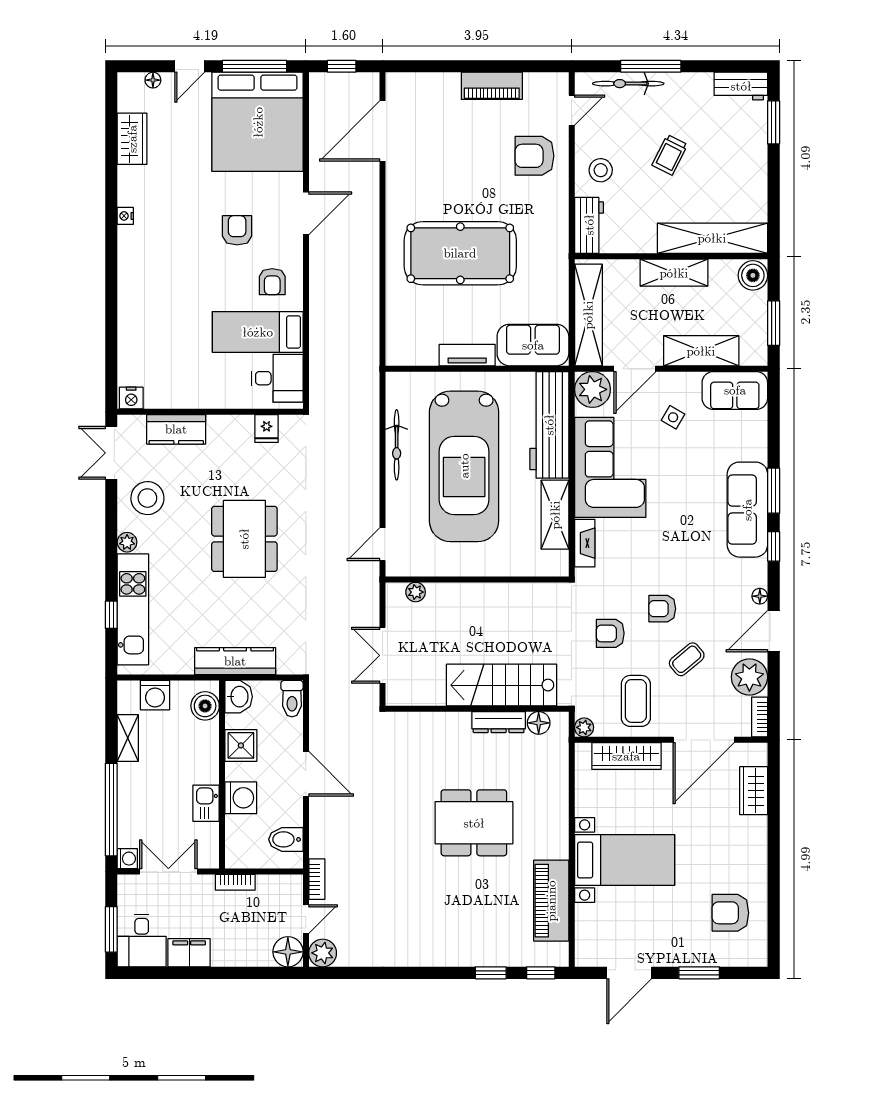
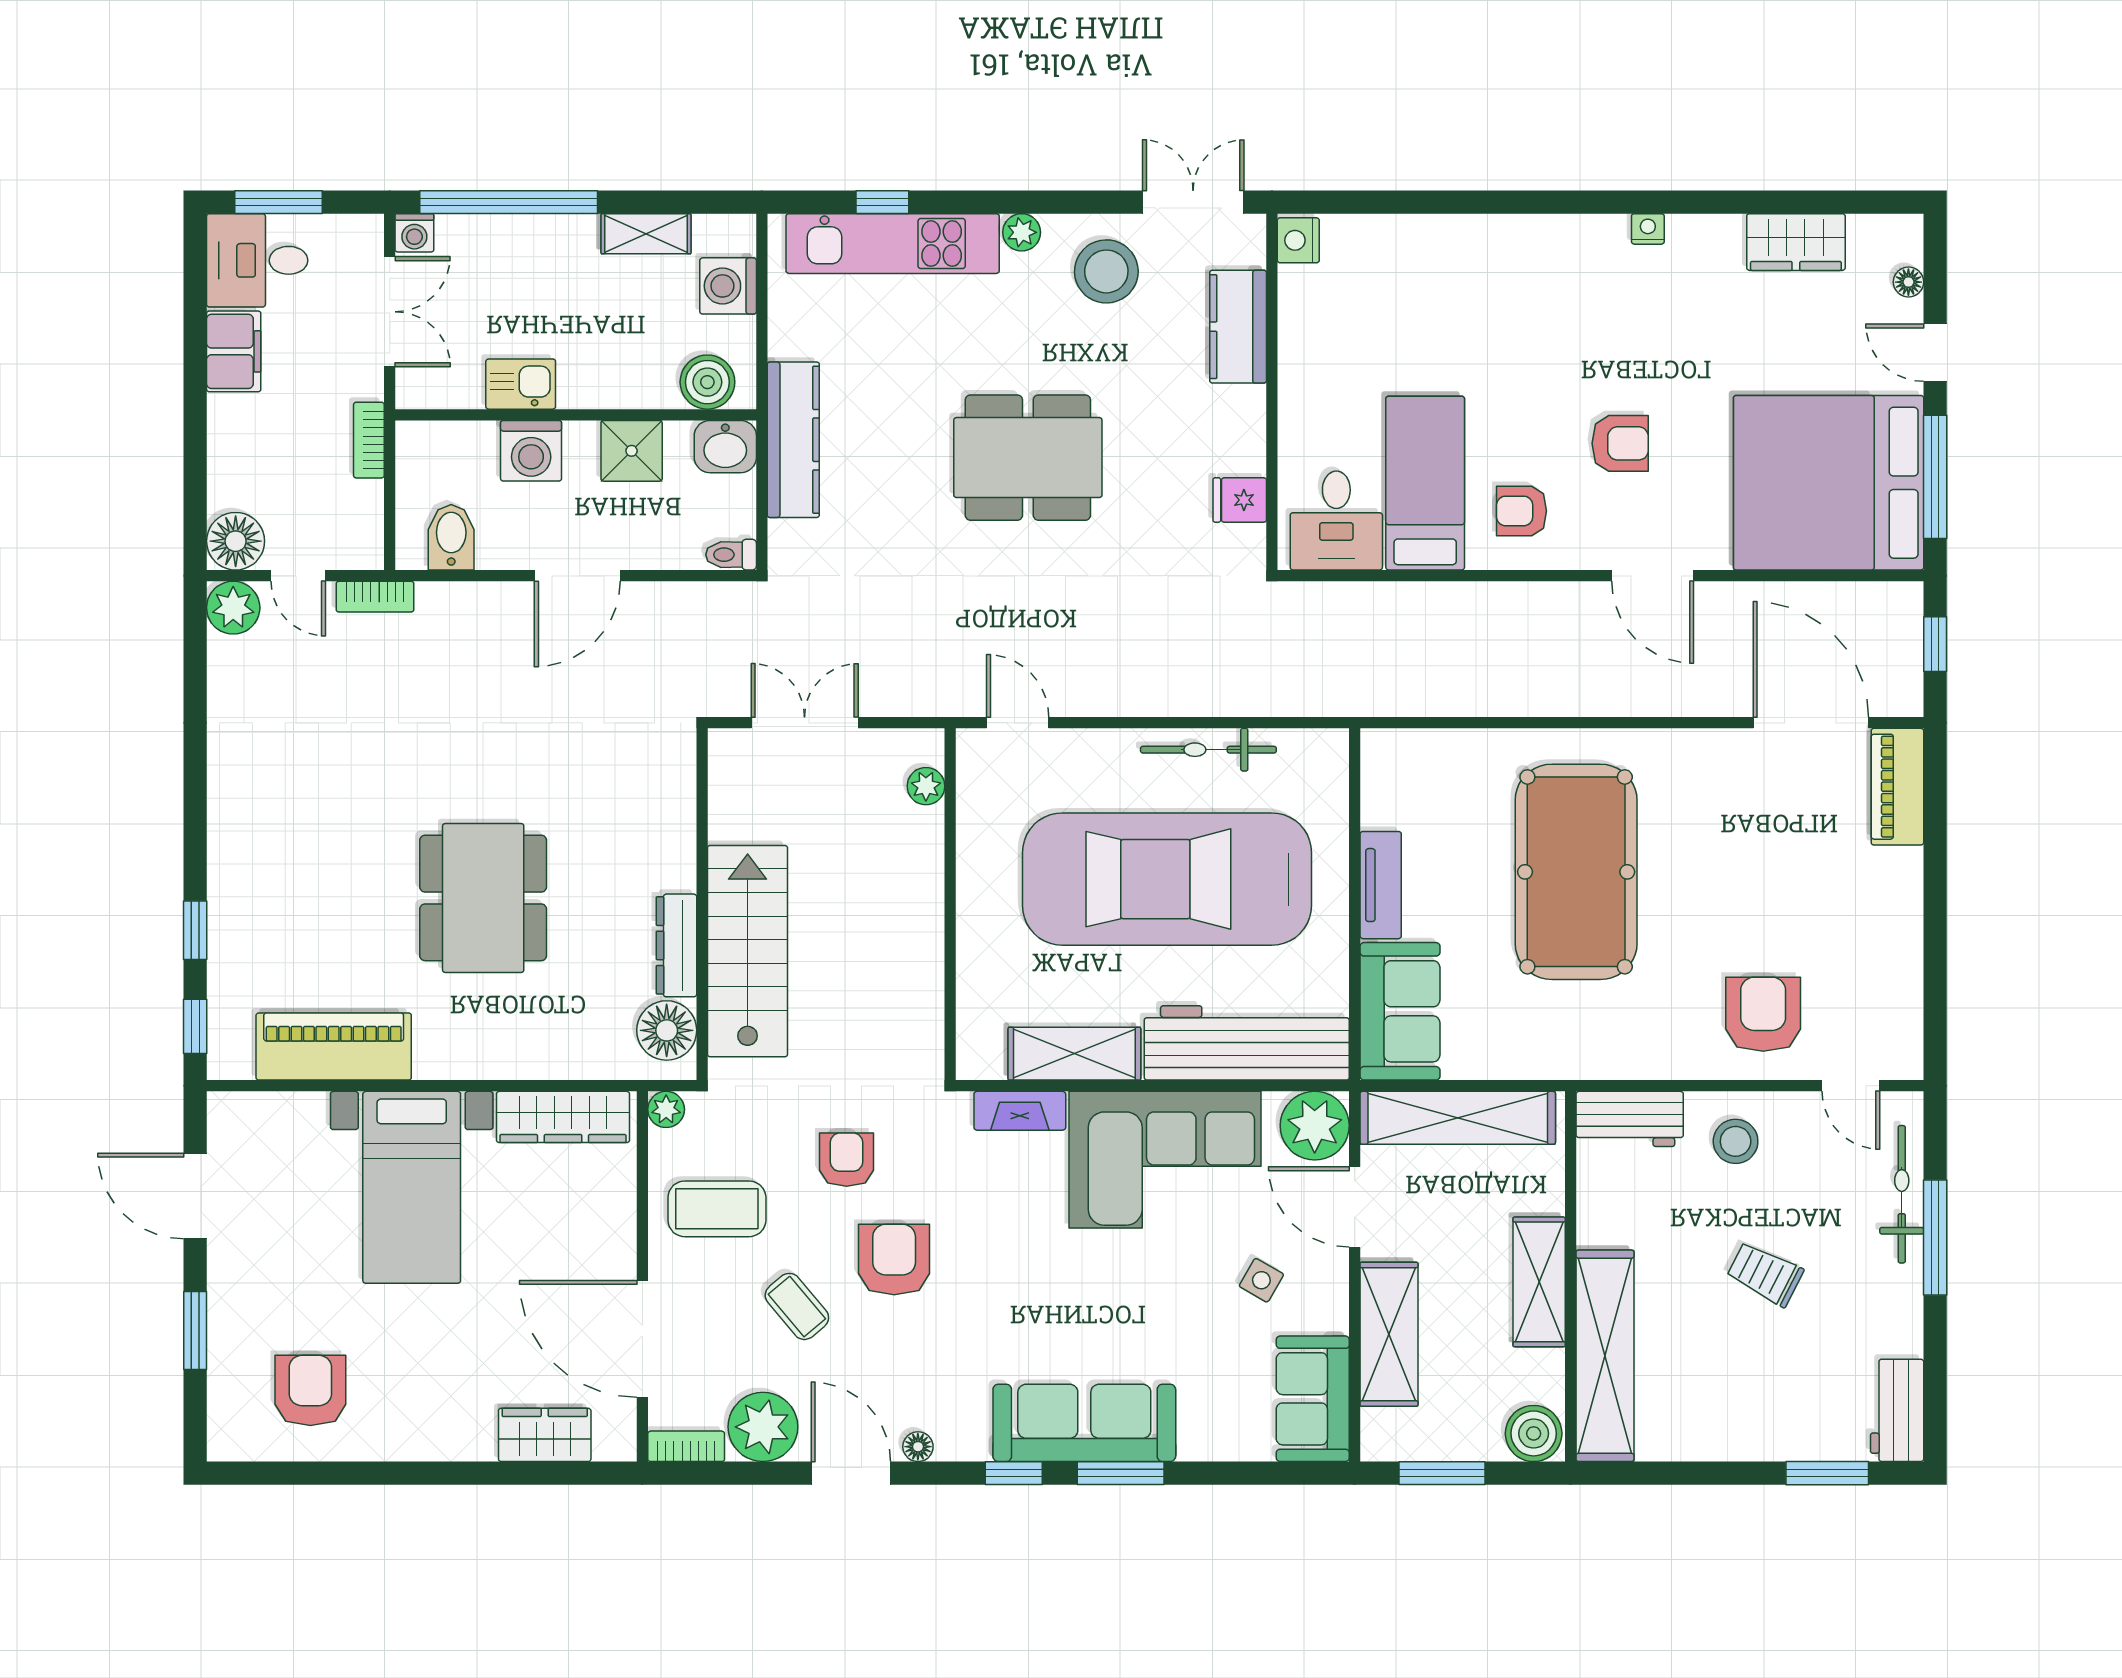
piano: (492, 86) -> (1897, 787), moved
armchair: (662, 609) -> (894, 1259), width x1.38, depth x1.38
toilet: (292, 699) -> (731, 555), width x0.73, depth x0.72
floor lamp: (539, 723) -> (667, 1030), width x1.38, depth x1.38
wardrobe: (626, 756) -> (563, 1117), moved, turned -90

